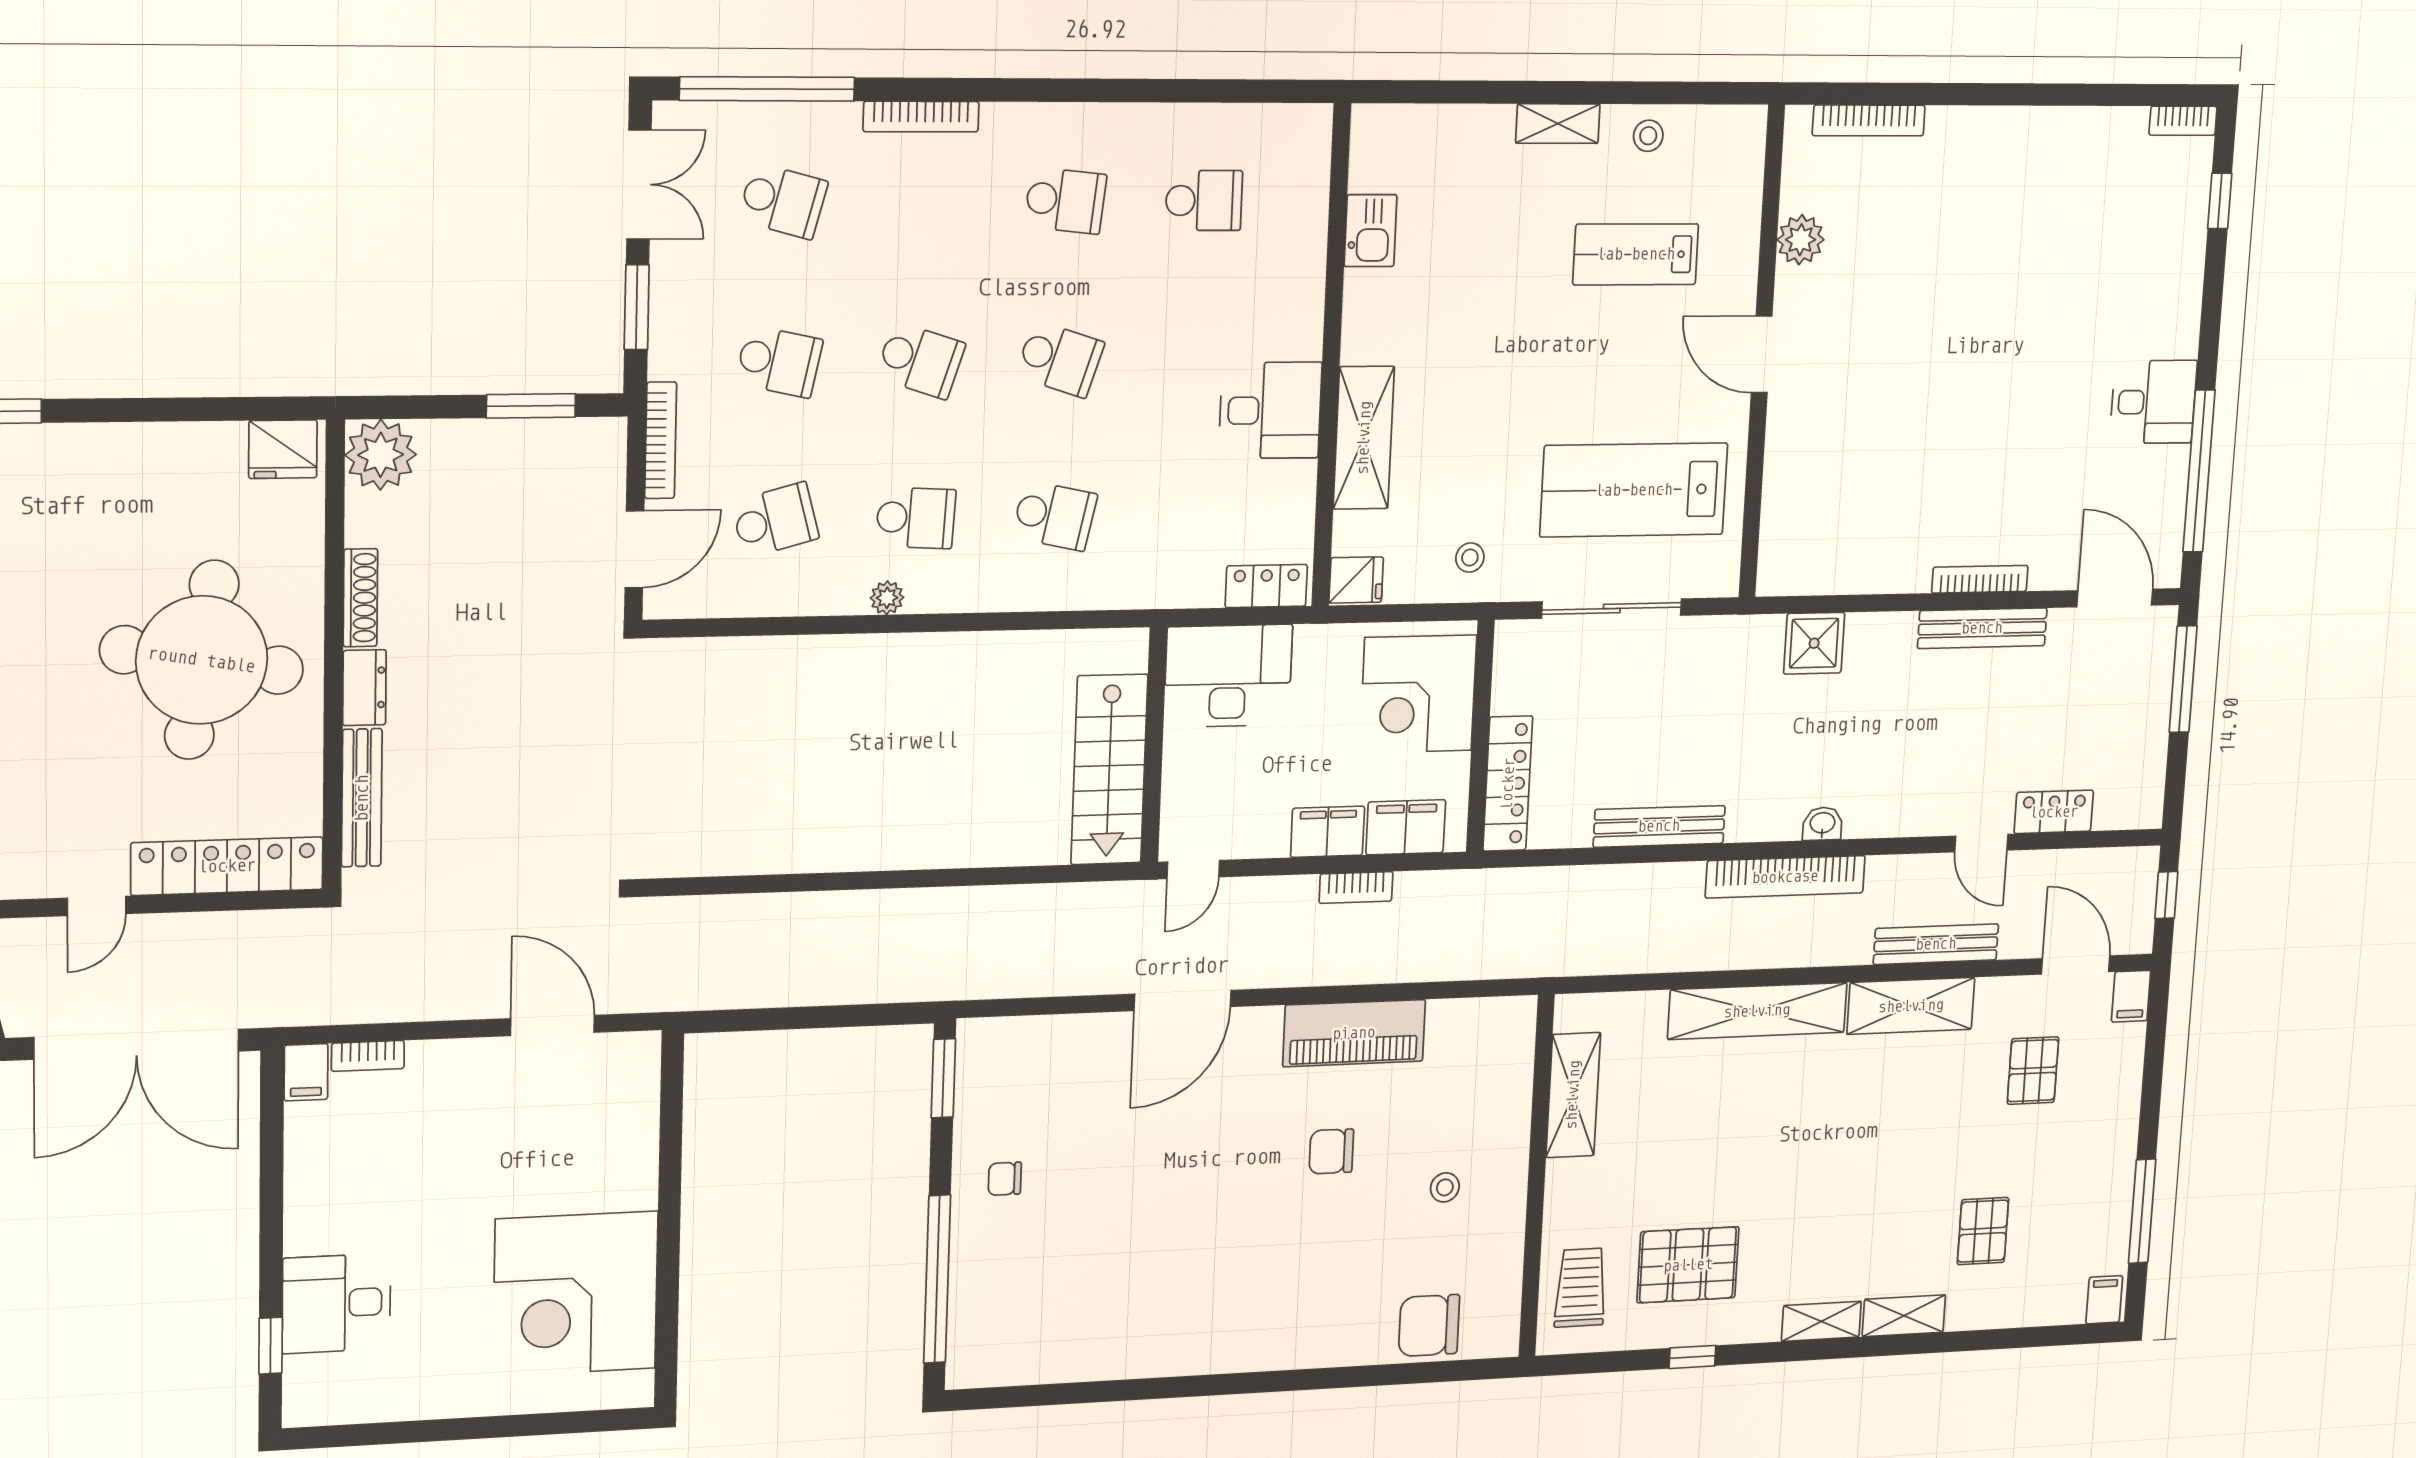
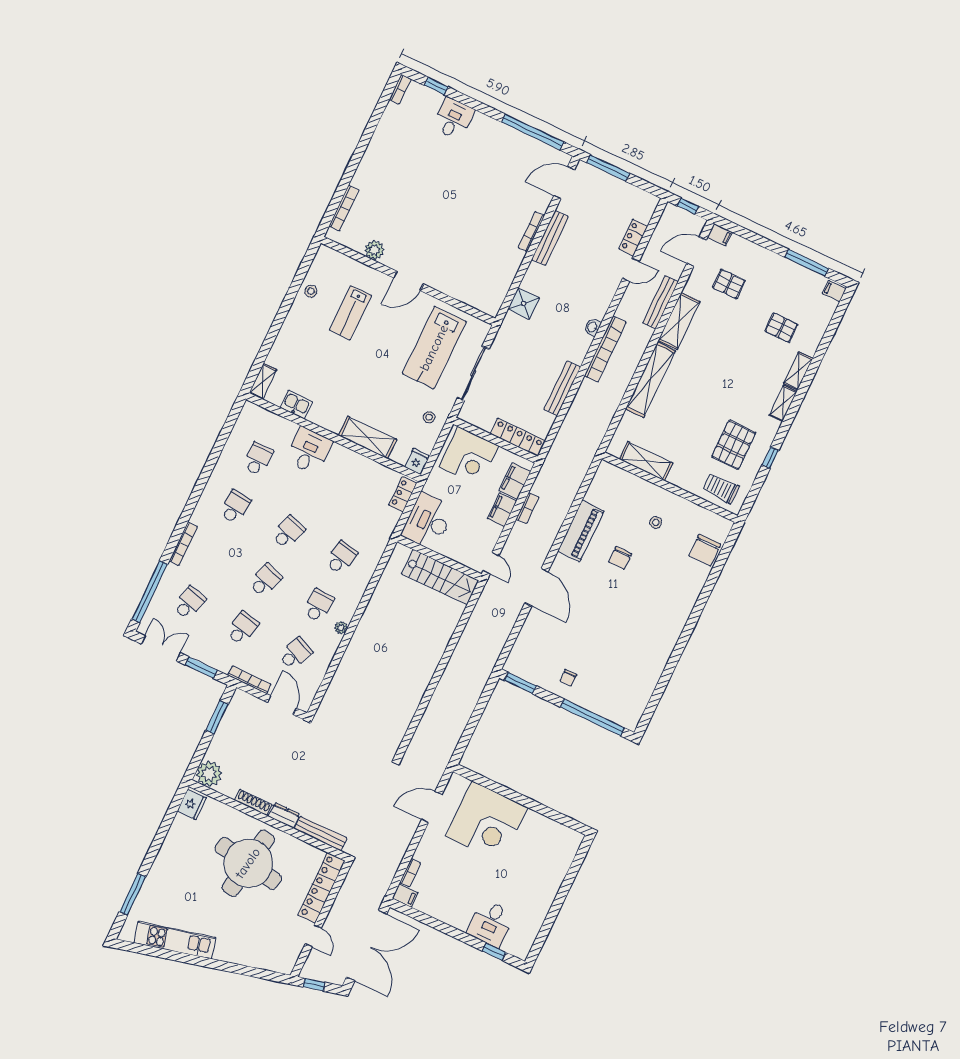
shelving: (1558, 124) -> (263, 381), moved
desk: (2153, 402) -> (453, 119), moved
desk: (1270, 410) -> (309, 451), moved
school desk: (775, 520) -> (295, 654), turned 39
corner desk: (575, 1294) -> (487, 822), moved

